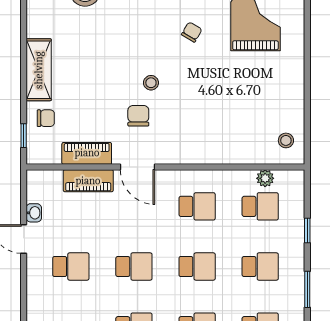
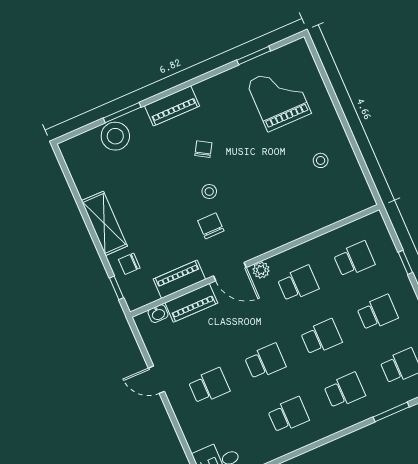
chair: (192, 32) -> (203, 149), moved
chair: (46, 118) -> (129, 264), turned 180
stool: (286, 140) -> (321, 160), moved
plant: (265, 178) -> (261, 270), moved
washbasin: (34, 213) -> (158, 314), moved, turned 90

